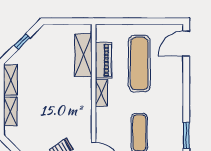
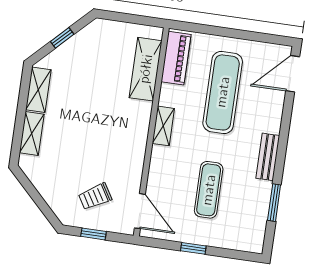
piano: (103, 60) -> (176, 58), moved
bench: (177, 104) -> (268, 157), added

